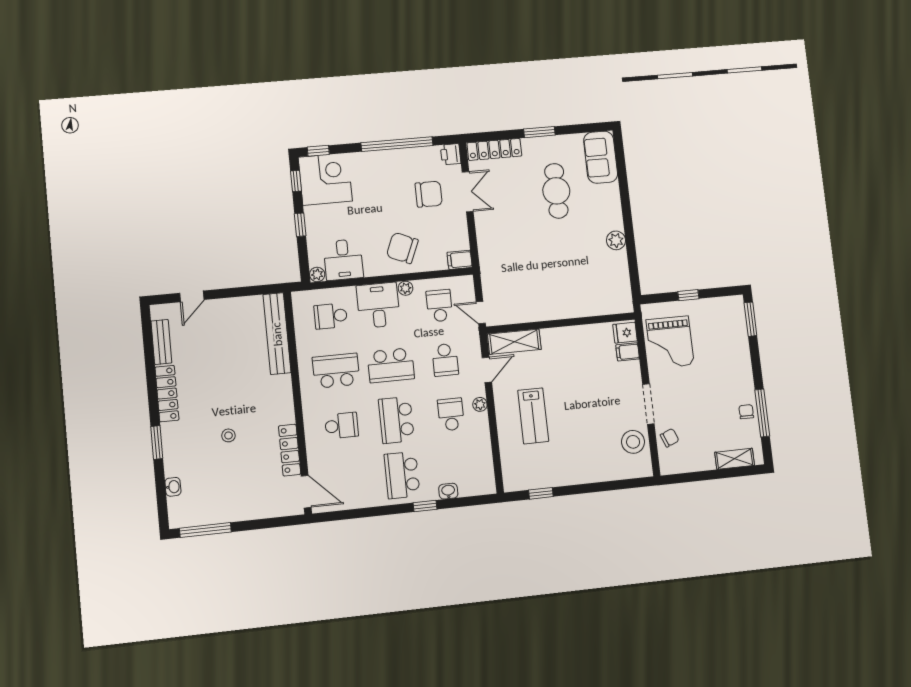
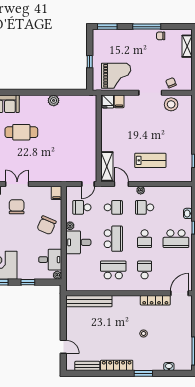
school desk: (331, 316) -> (82, 270), removed
school desk: (336, 371) -> (113, 270), turned 90
window: (762, 413) -> (147, 27), moved
school desk: (396, 420) -> (145, 239), width x0.54

